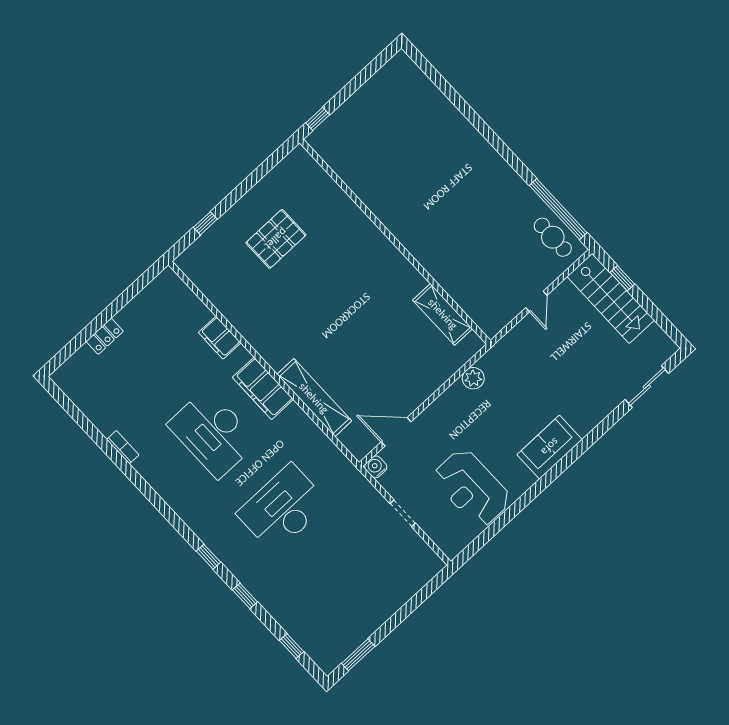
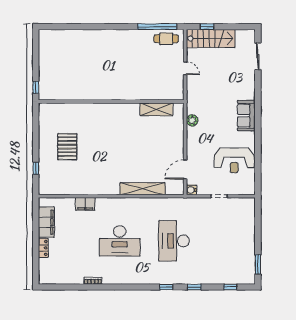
filing cabinet: (263, 388) -> (46, 222), moved, turned -90

